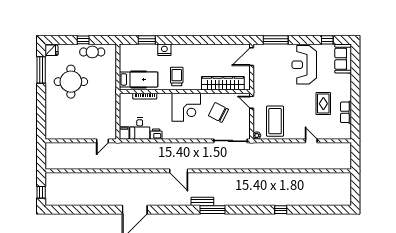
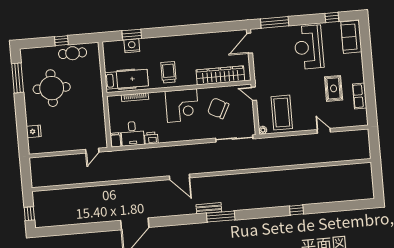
fridge: (51, 50) -> (34, 131), moved
nightstand: (164, 50) -> (132, 46), moved

